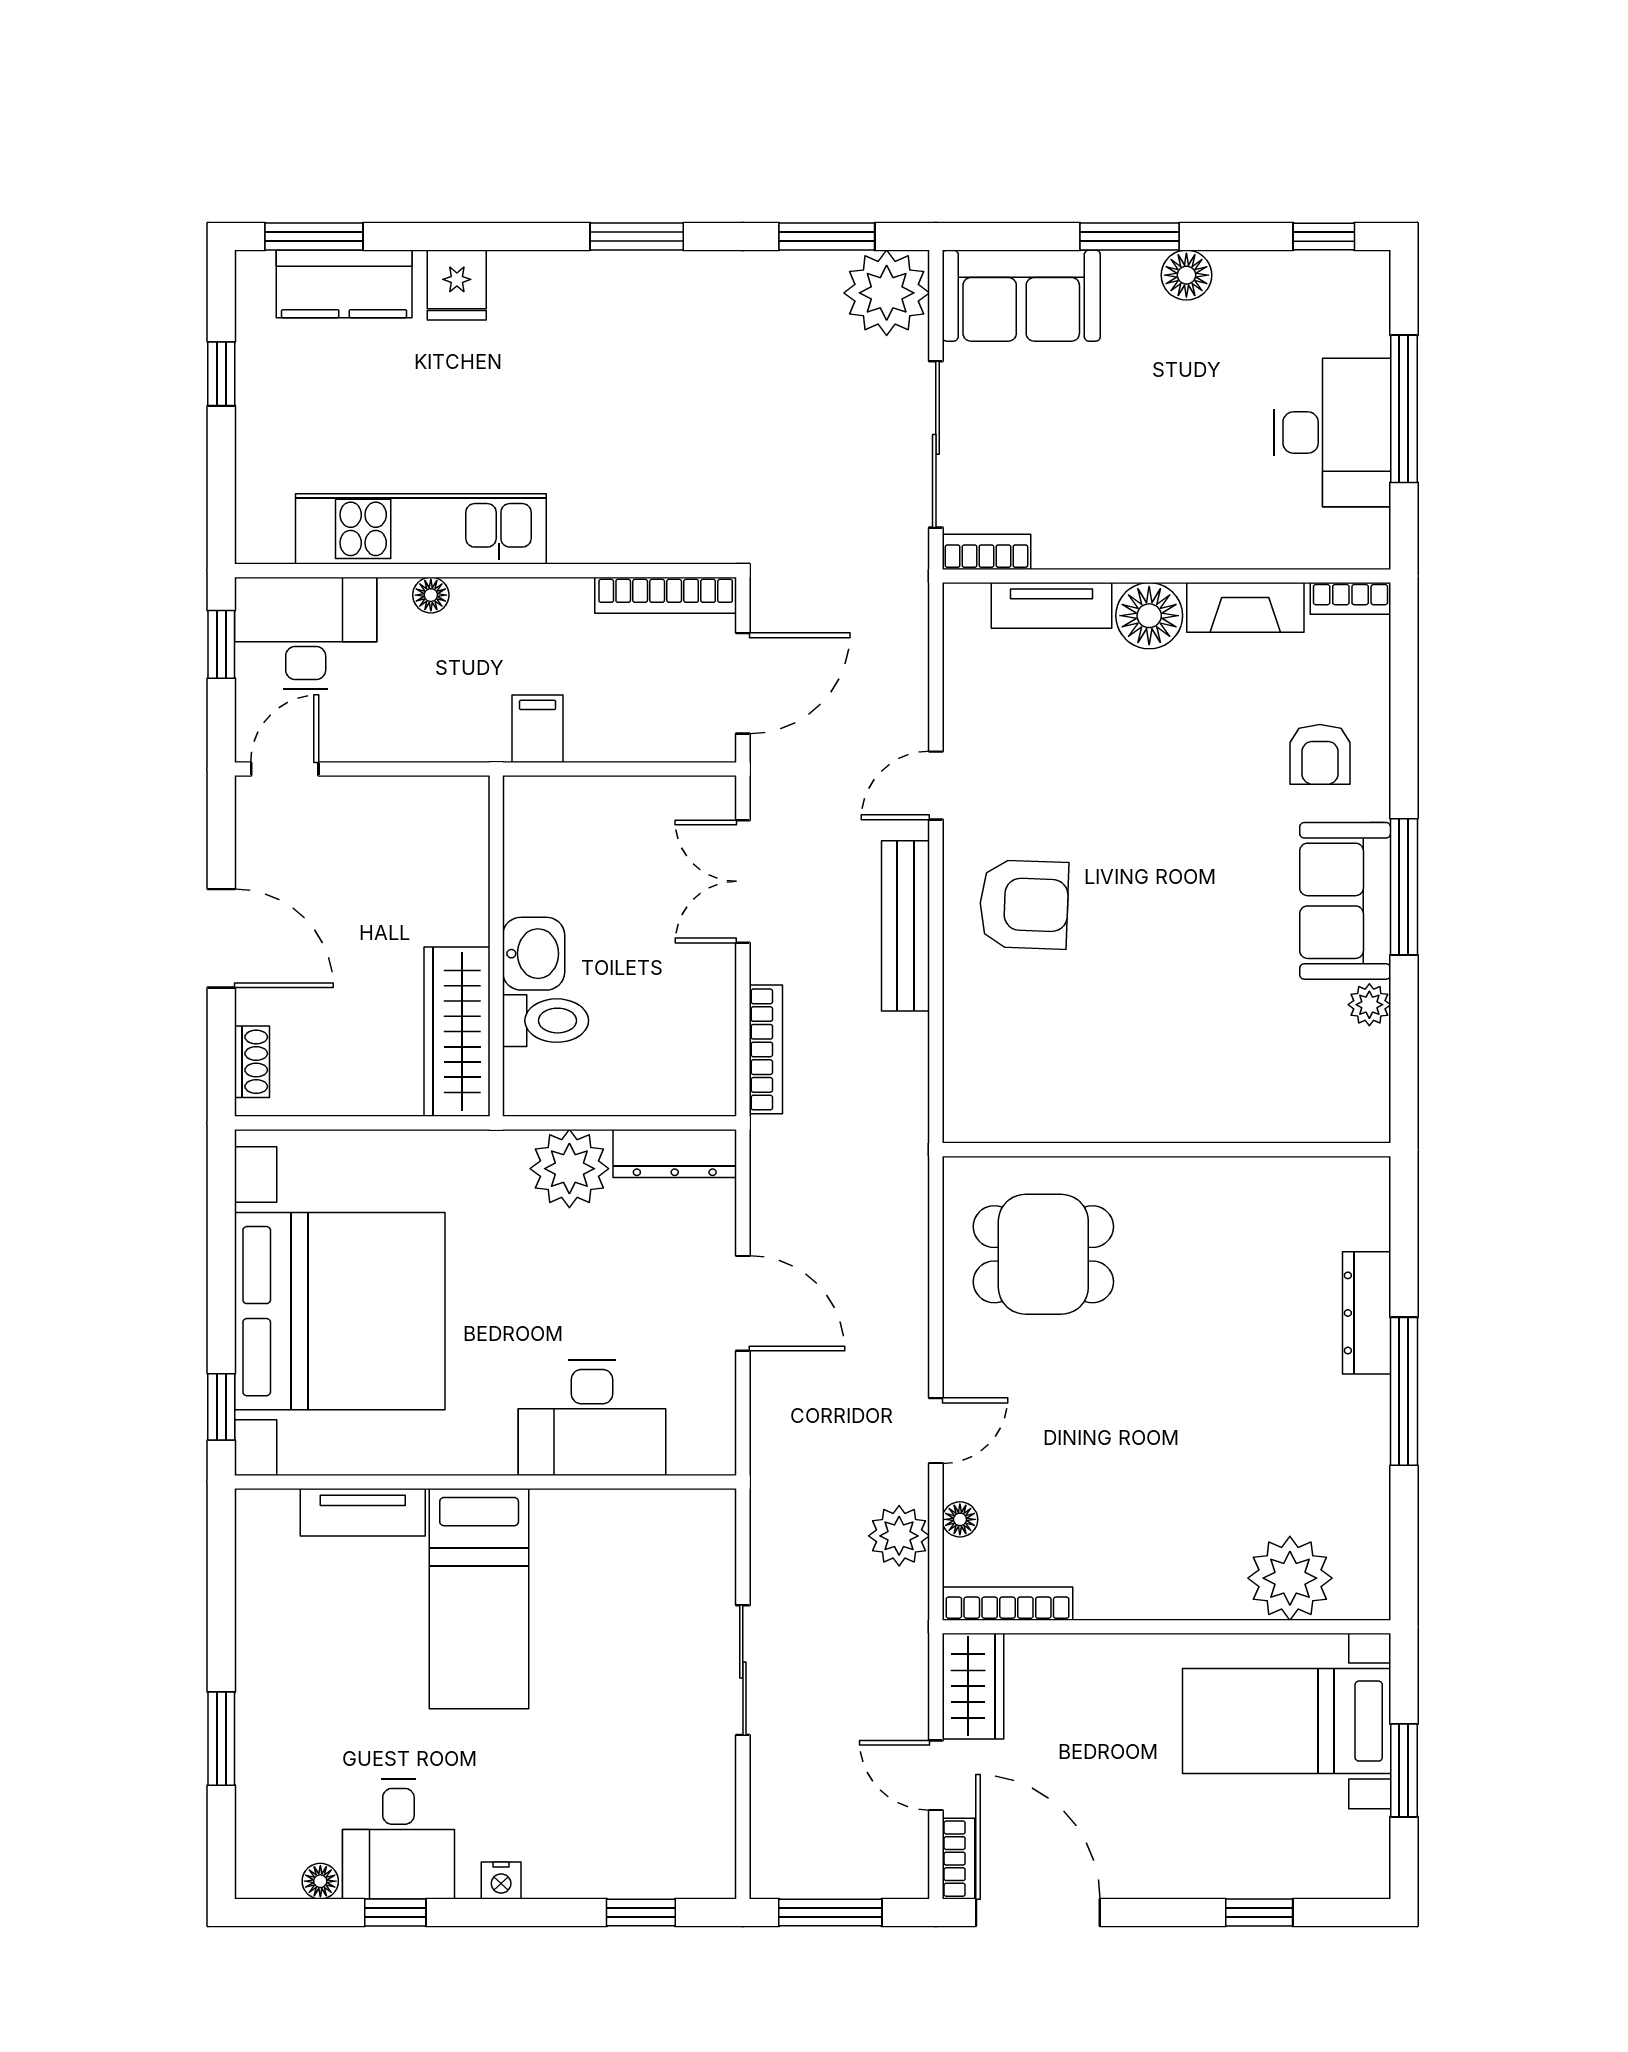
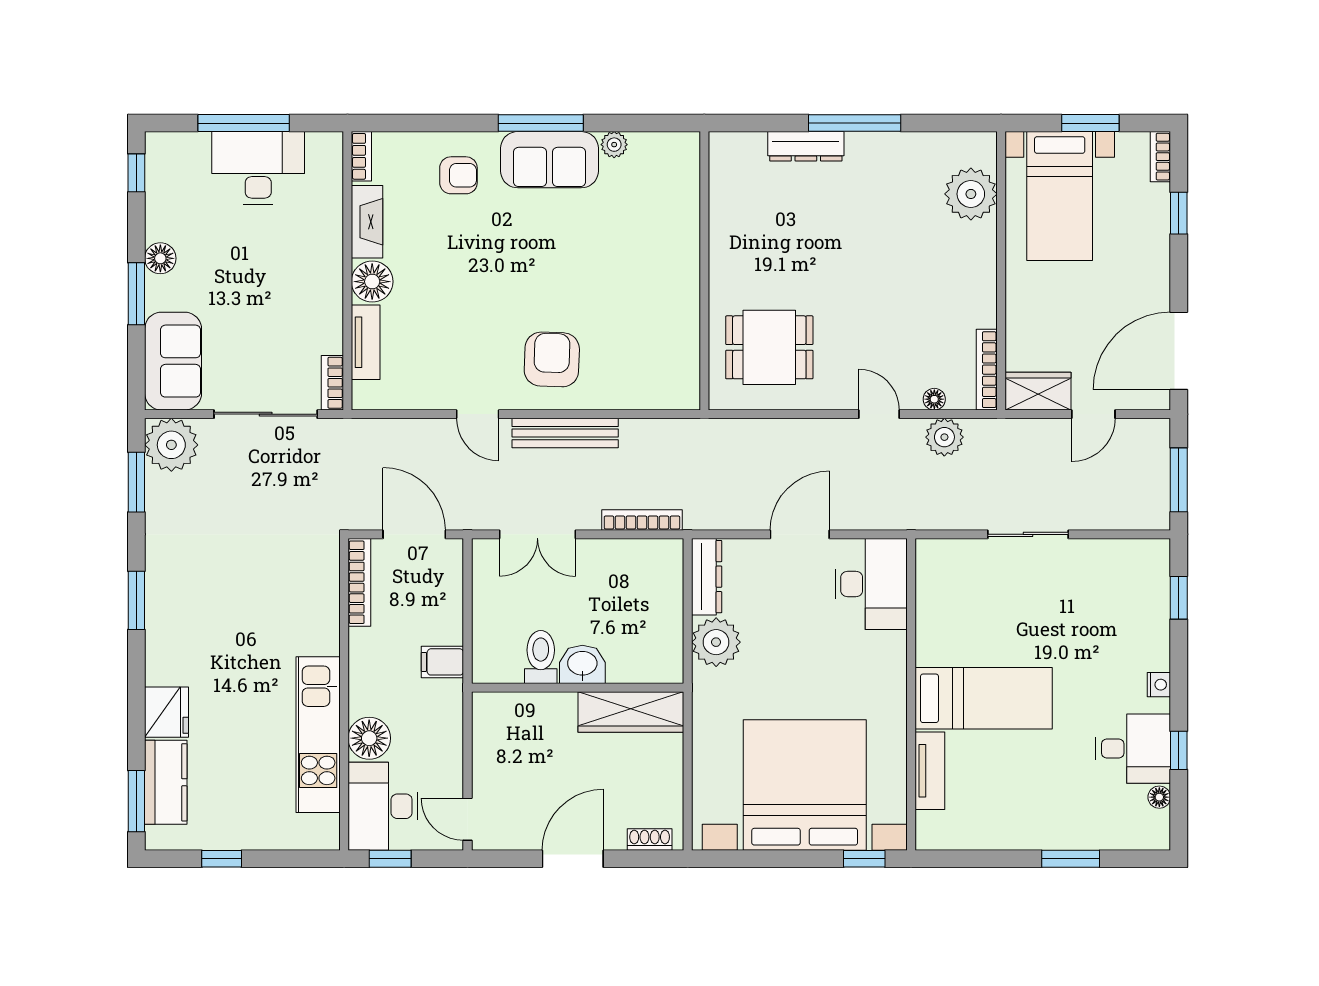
fridge: (457, 285) -> (167, 712), width x1.38
floor lamp: (431, 595) -> (369, 738), width x1.89, depth x1.89
toilet: (546, 1021) -> (541, 657), moved
dining table: (1043, 1254) -> (769, 347), turned 90
desk: (592, 1418) -> (871, 584), moved
bookcase: (959, 1859) -> (1160, 157), moved, turned -90

